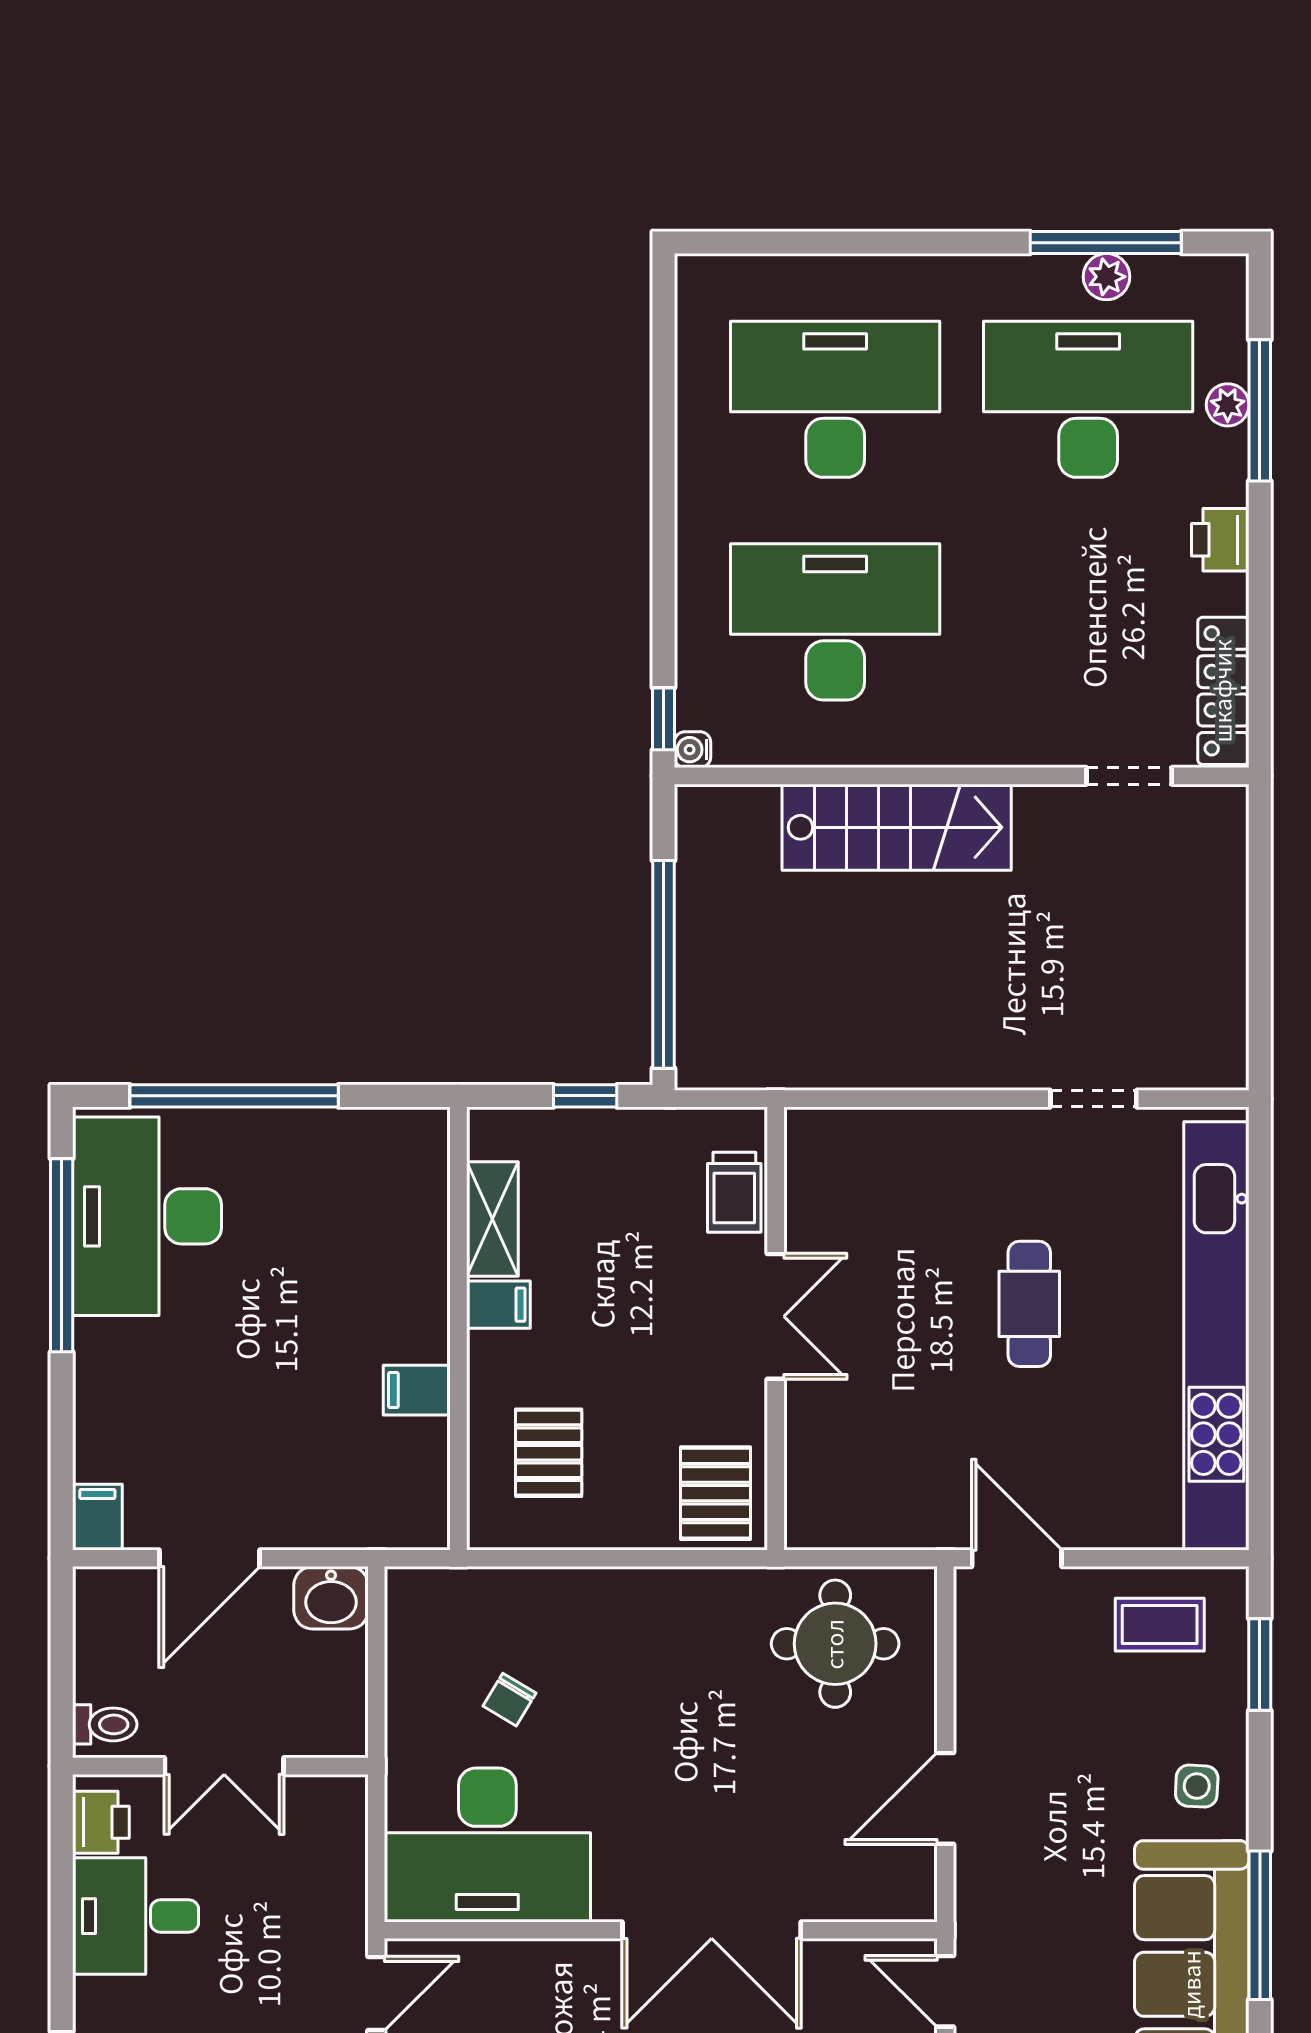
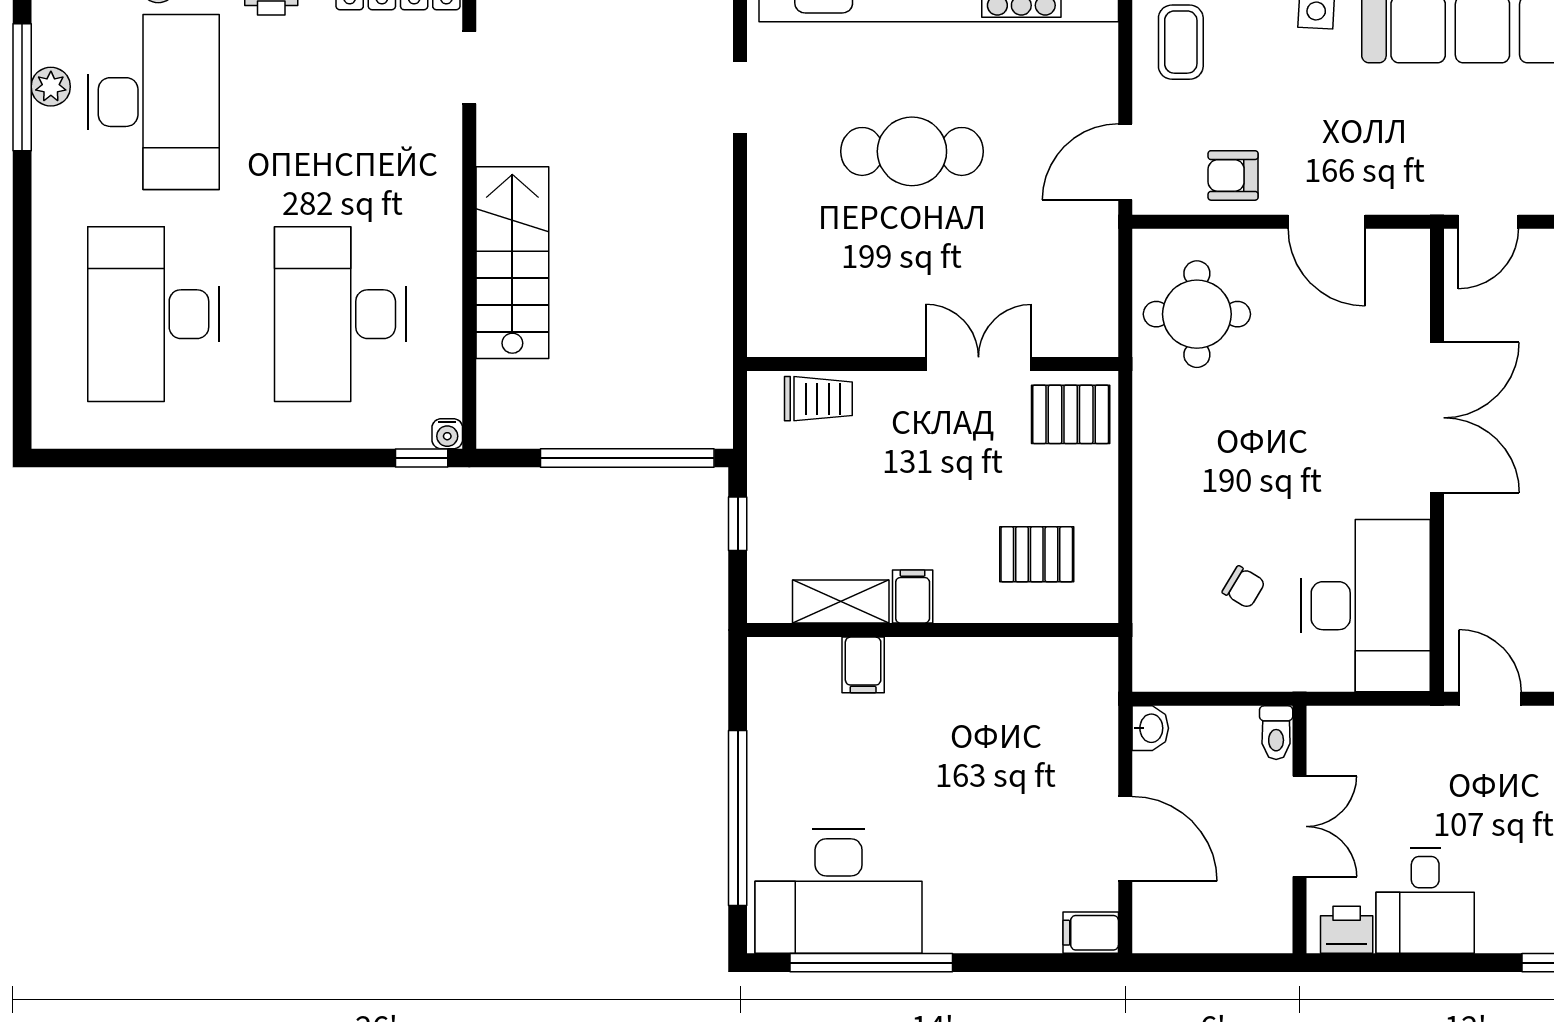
desk: (1088, 399) -> (154, 102), turned 180
cafe table: (1029, 1304) -> (912, 151), width x1.37, depth x1.35
double door: (776, 1316) -> (979, 364), moved
filing cabinet: (417, 1390) -> (863, 665), moved
washbasin: (331, 1598) -> (1150, 728), width x0.72, depth x0.69
armchair: (1001, 1687) -> (1233, 175), added
toilet: (105, 1724) -> (1276, 733), moved, turned 180

